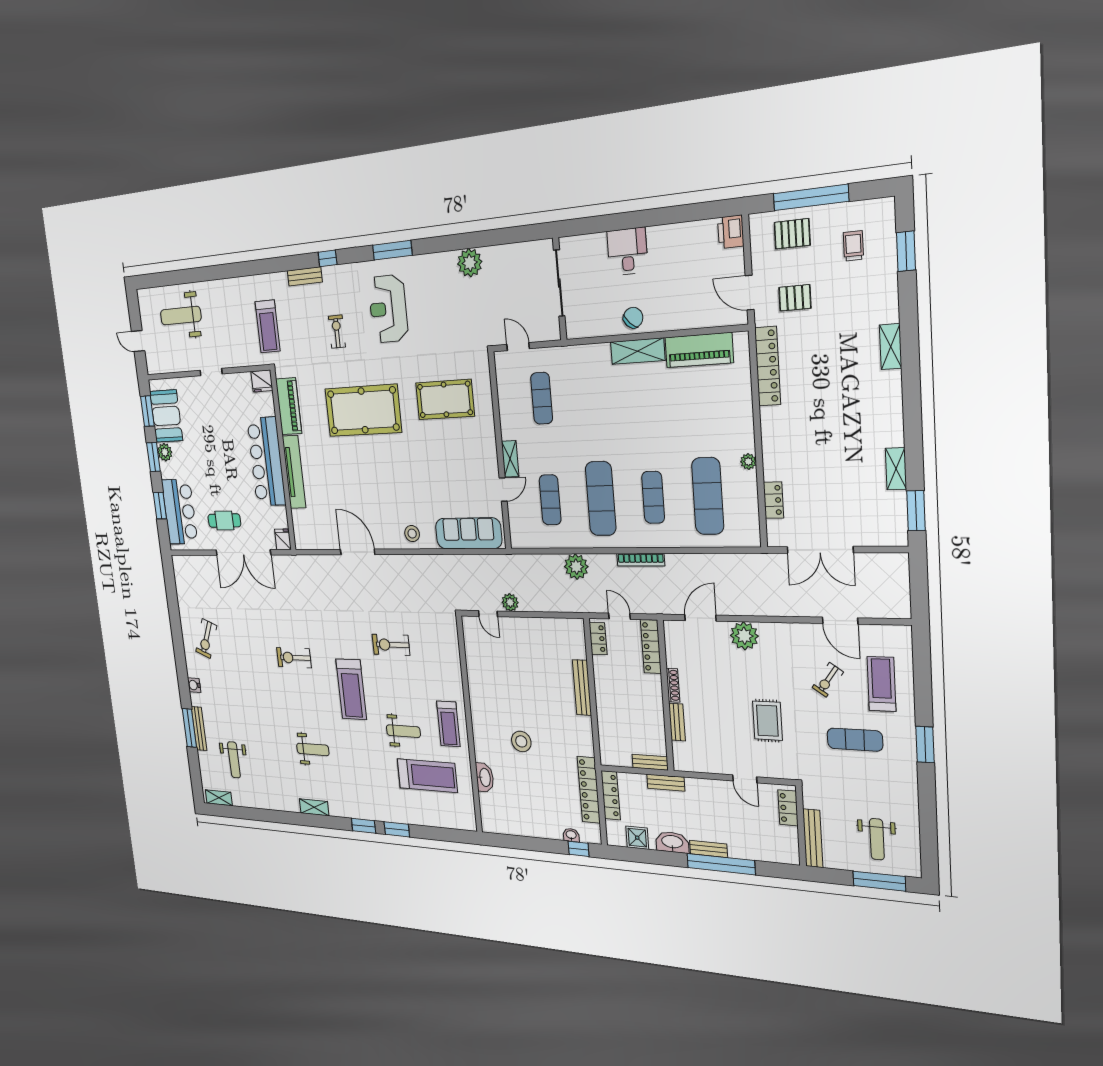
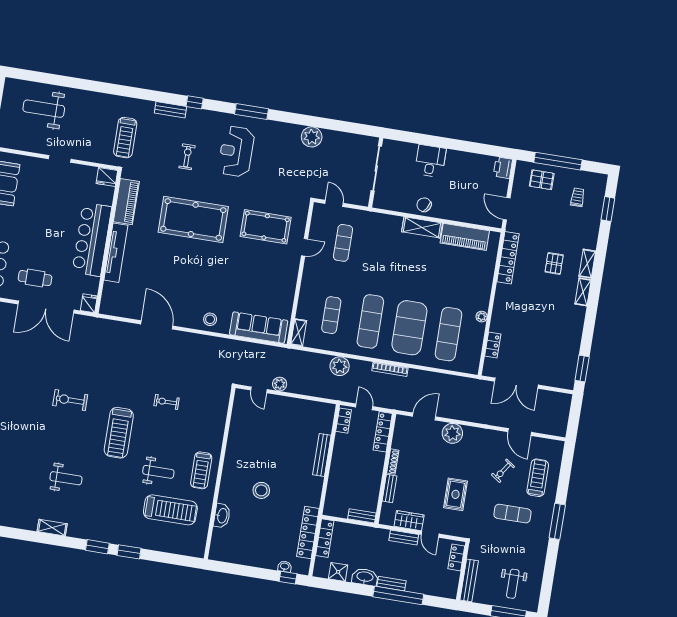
pallet: (795, 298) -> (554, 263), moved, turned 90
chair: (633, 318) -> (424, 205), turned -104
shelving: (510, 459) -> (299, 333), moved
shelving: (896, 469) -> (583, 292), moved
door: (503, 490) -> (304, 247), moved
exercise mat: (653, 497) -> (409, 328), width x2.00, depth x1.45
exercise bike: (391, 645) -> (167, 402), width x0.73, depth x0.72
window: (925, 745) -> (557, 521), width x1.44
wardrobe: (713, 763) -> (409, 521), added
bench: (666, 783) -> (404, 537), moved

